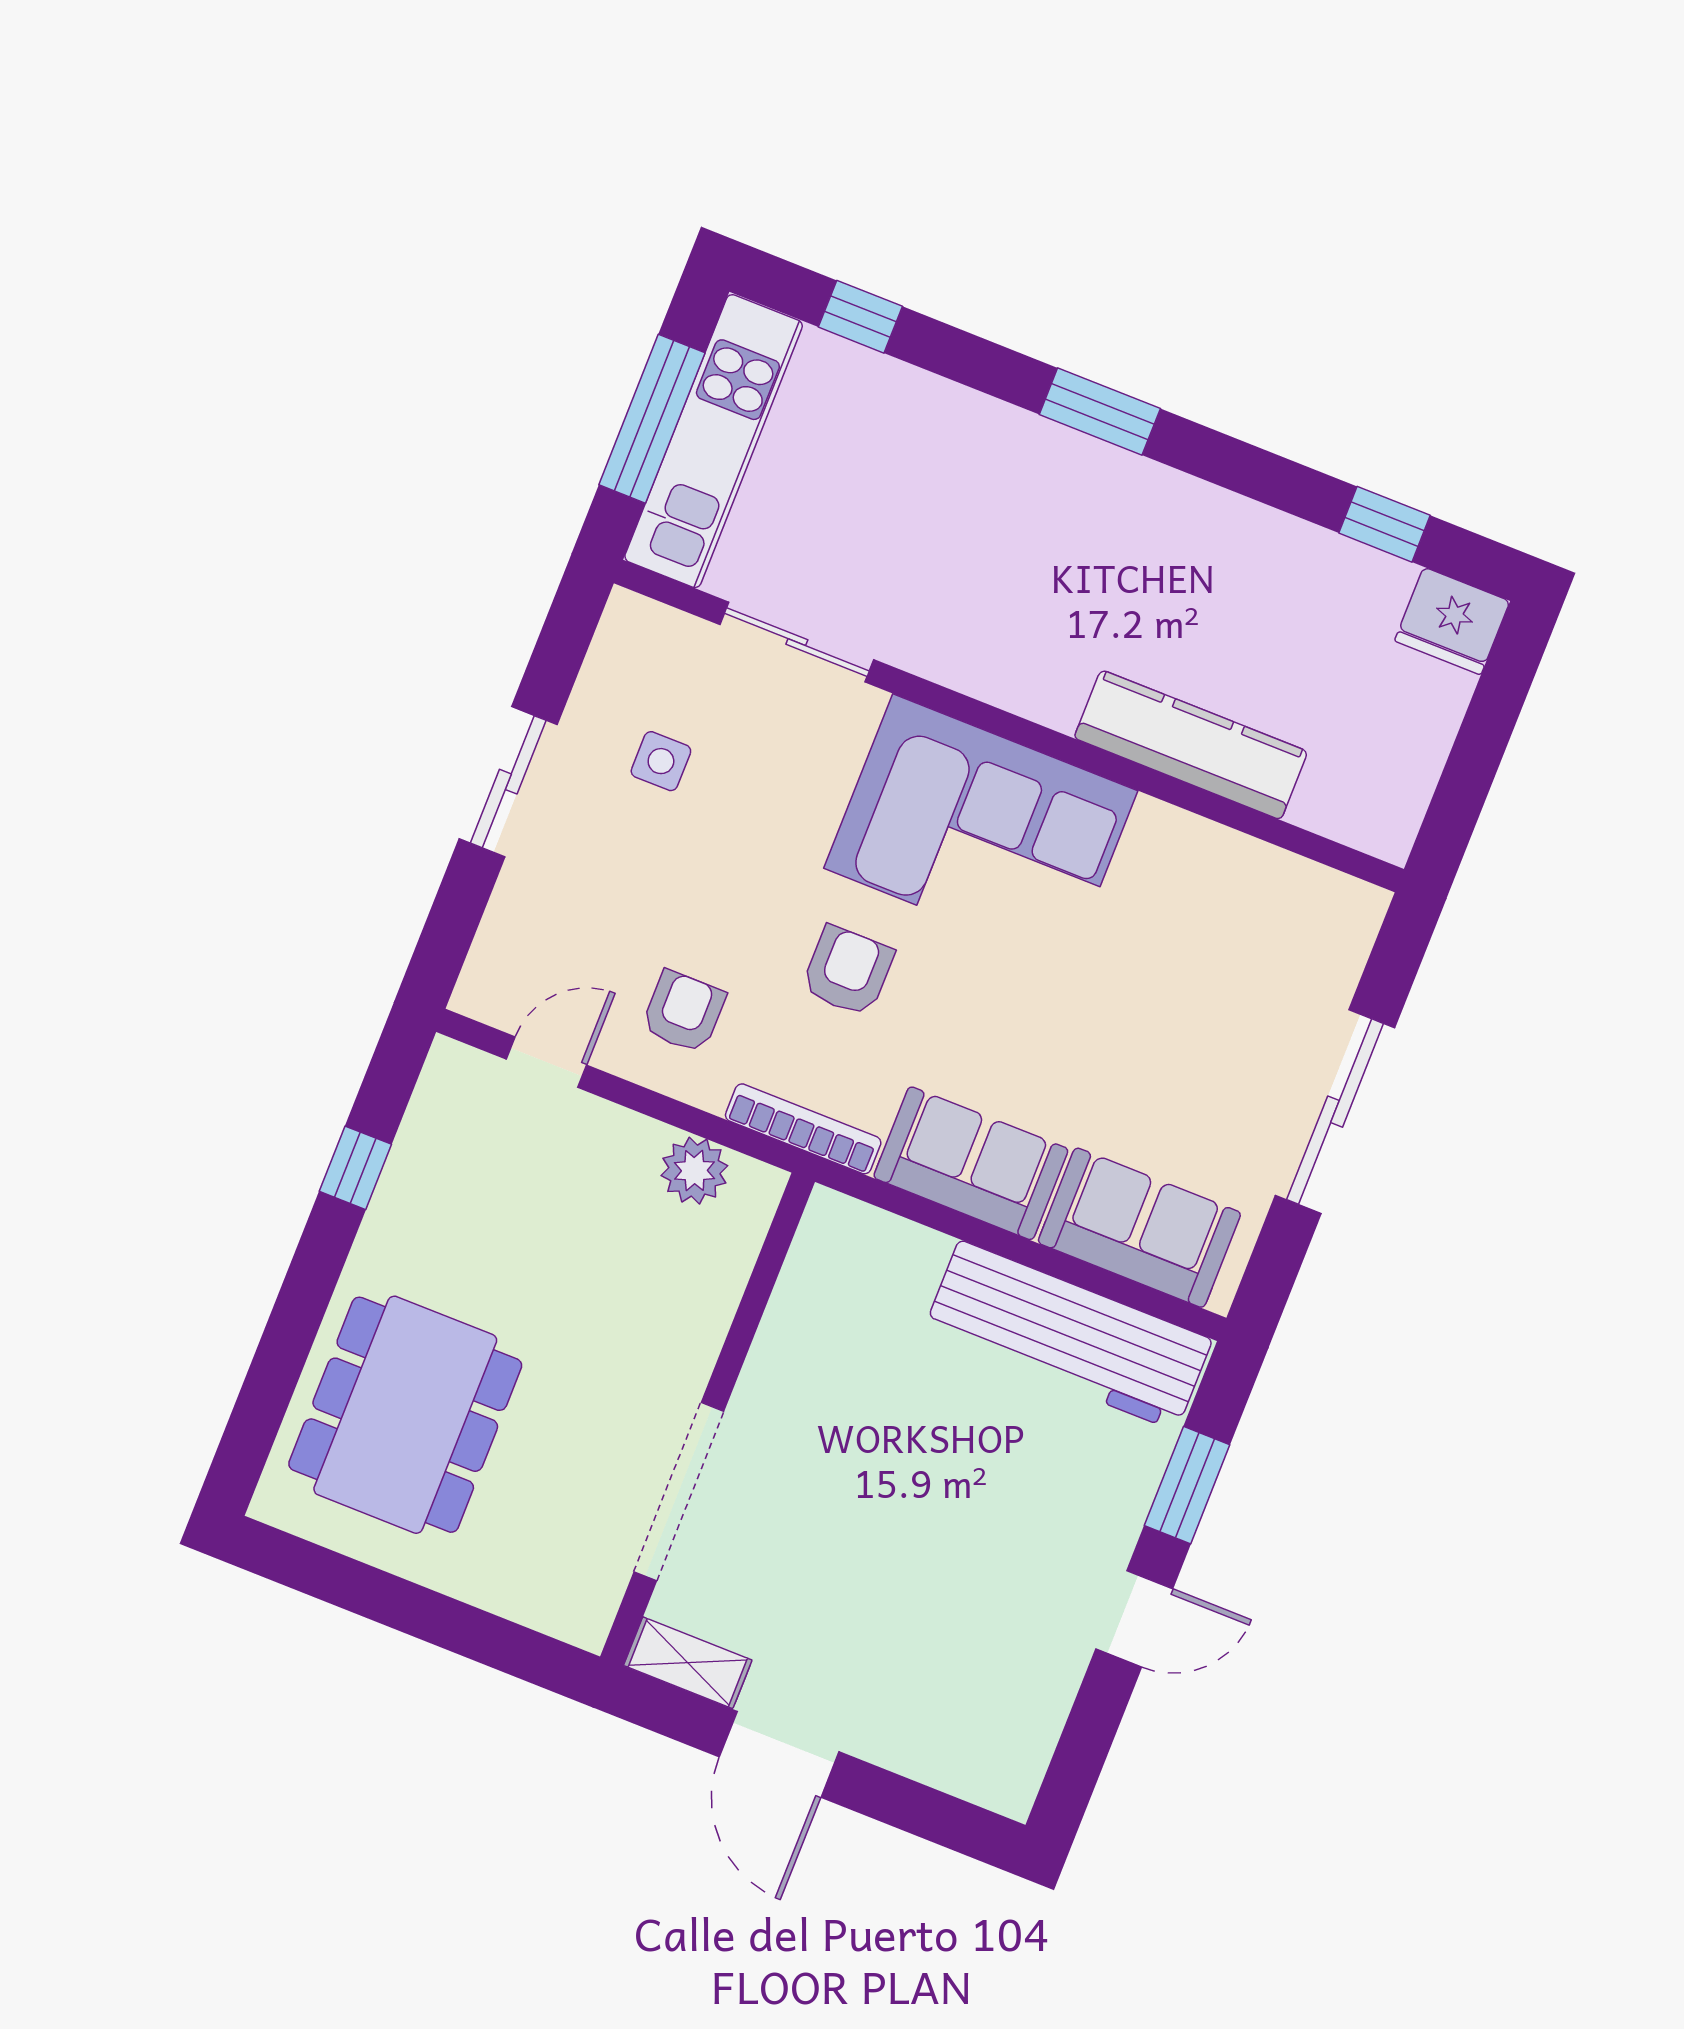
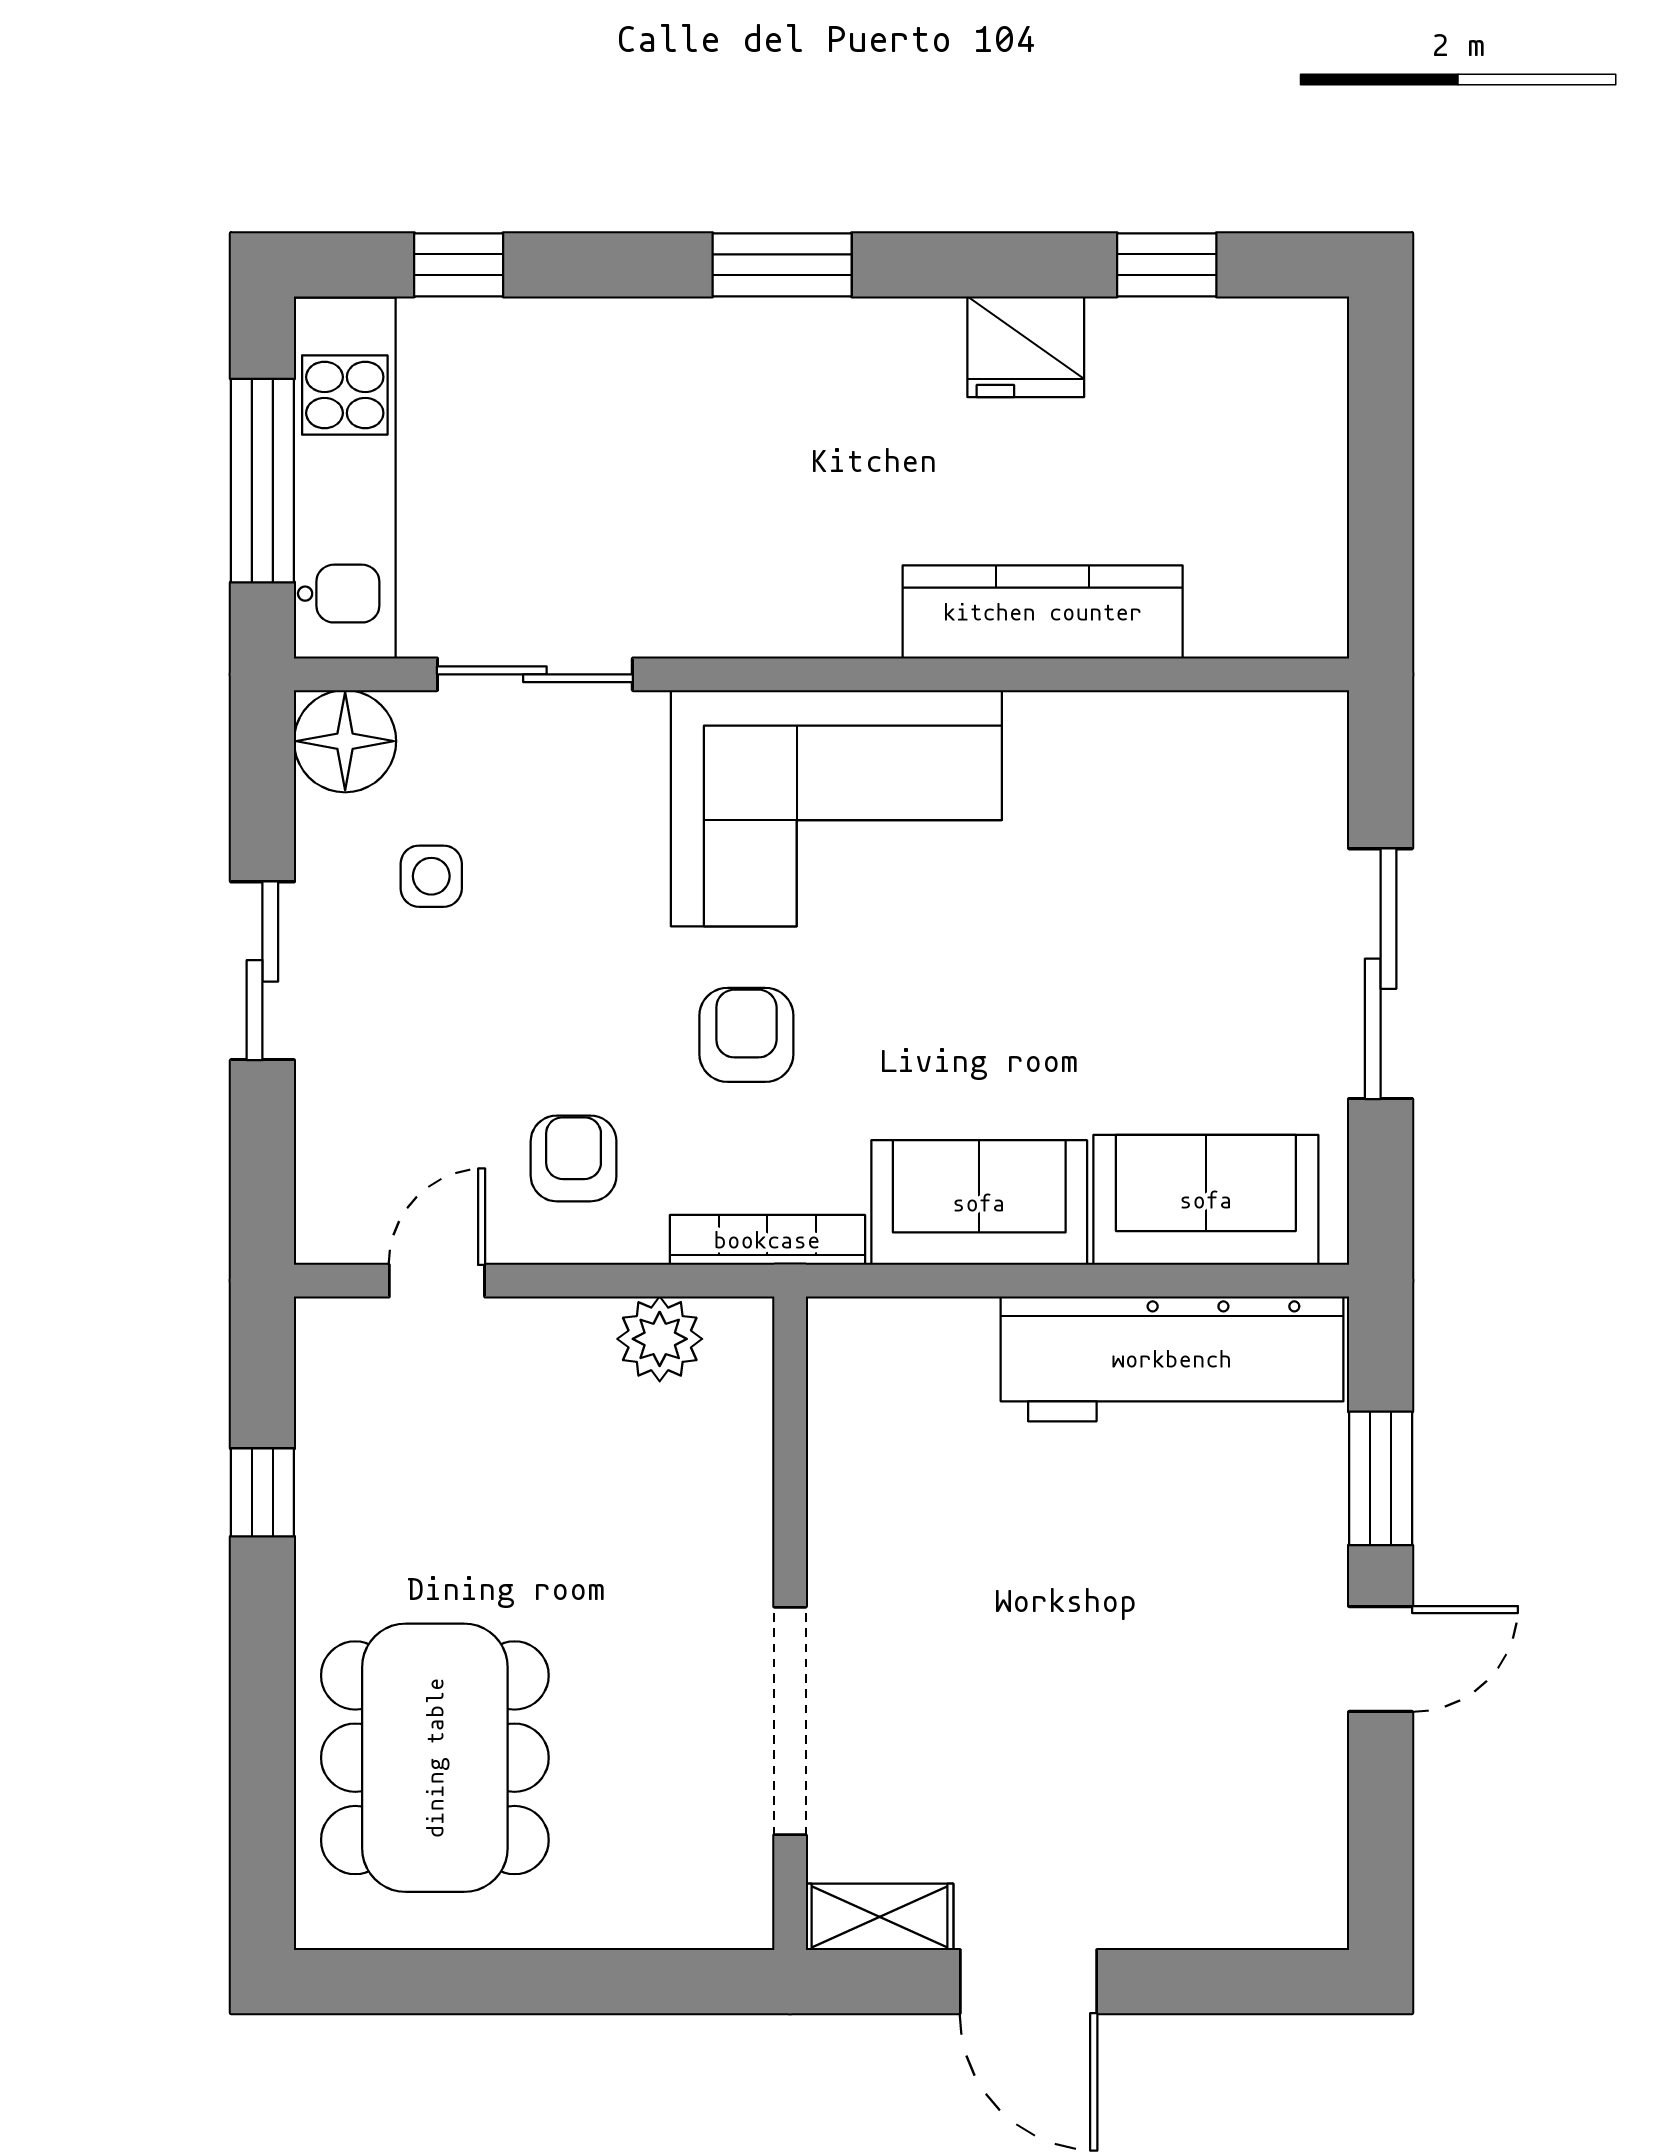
fridge: (1452, 621) -> (1026, 347), moved
floor lamp: (637, 636) -> (345, 741), added

